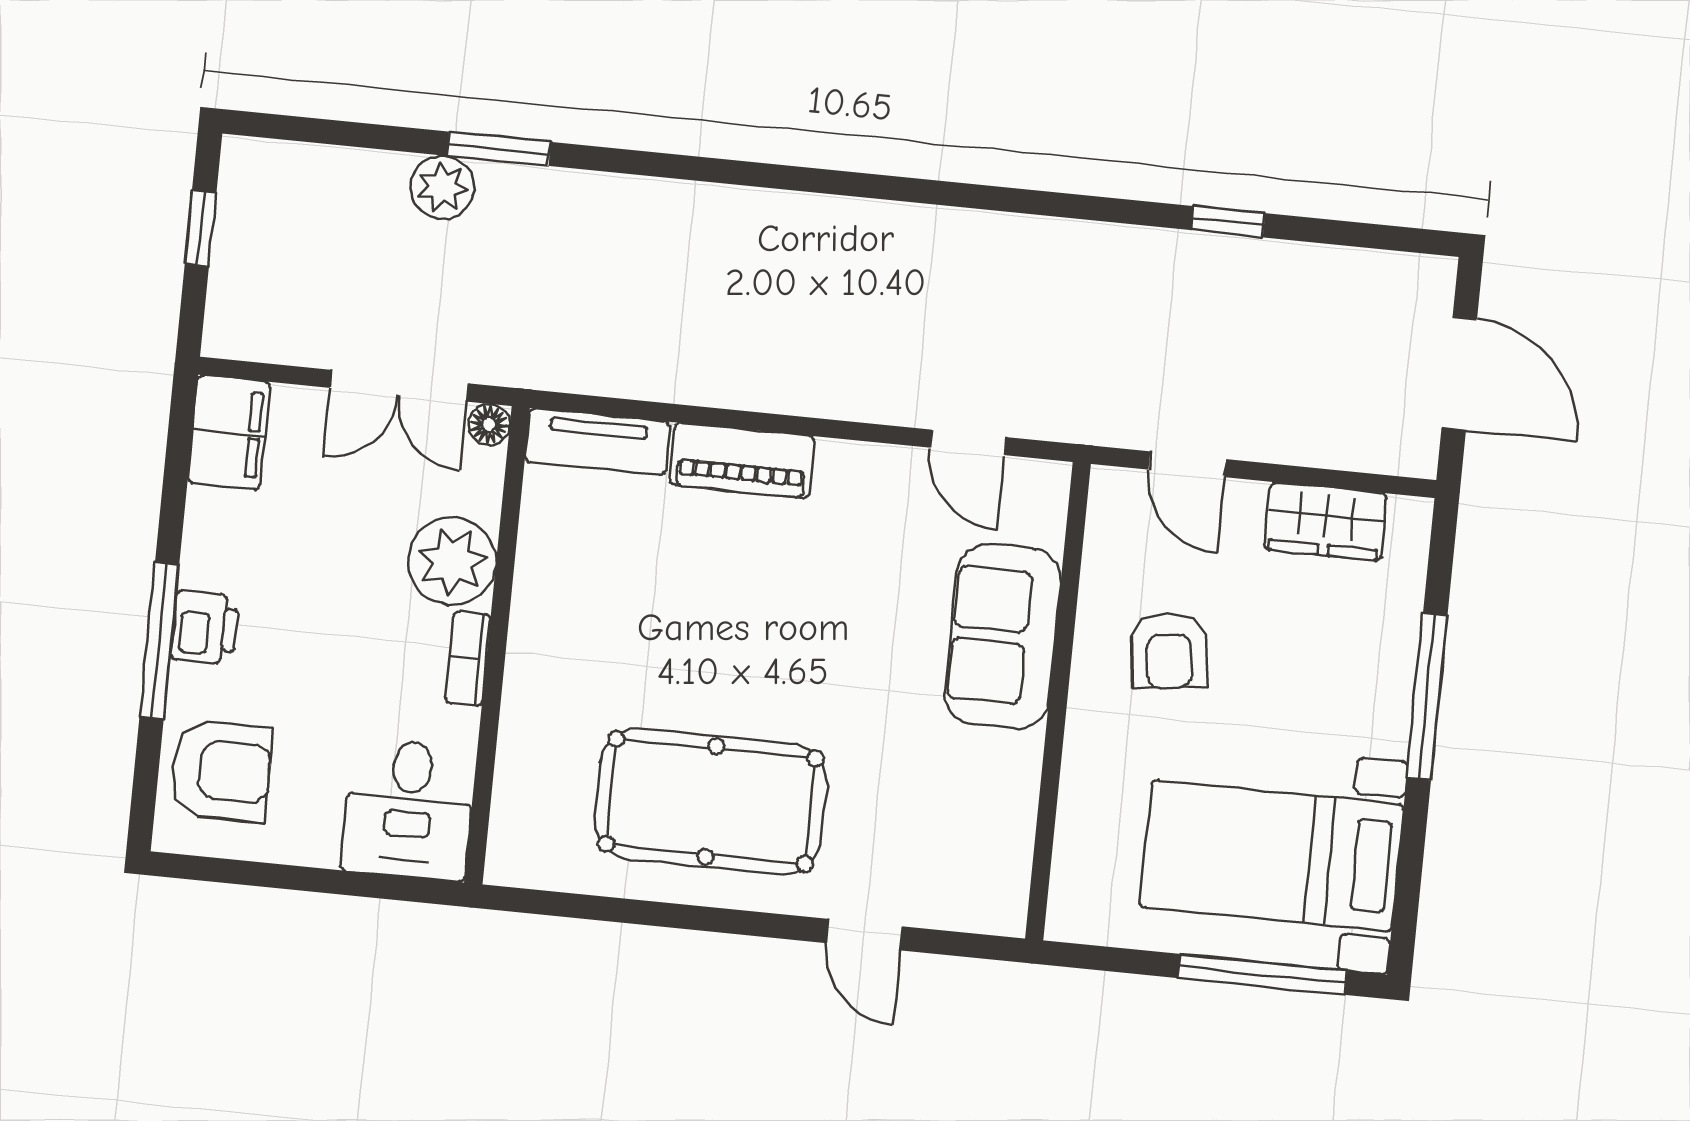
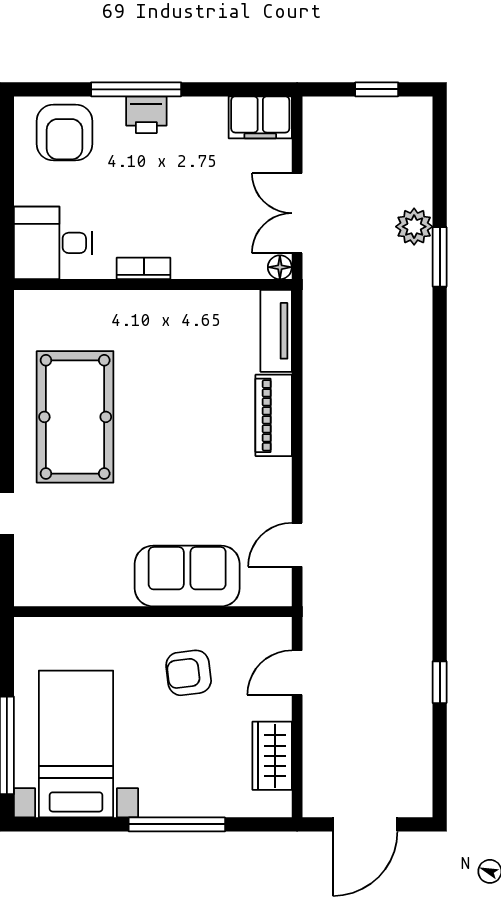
plant: (452, 561) -> (199, 254), removed

